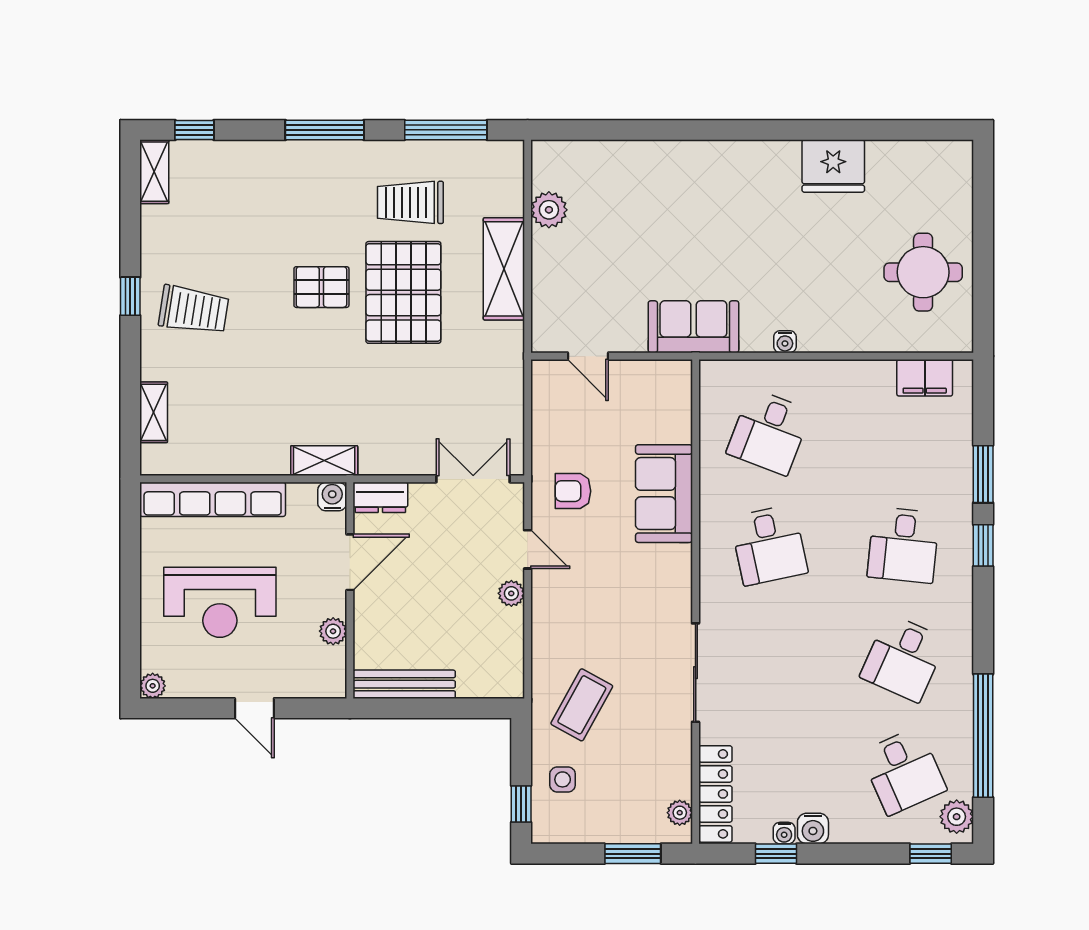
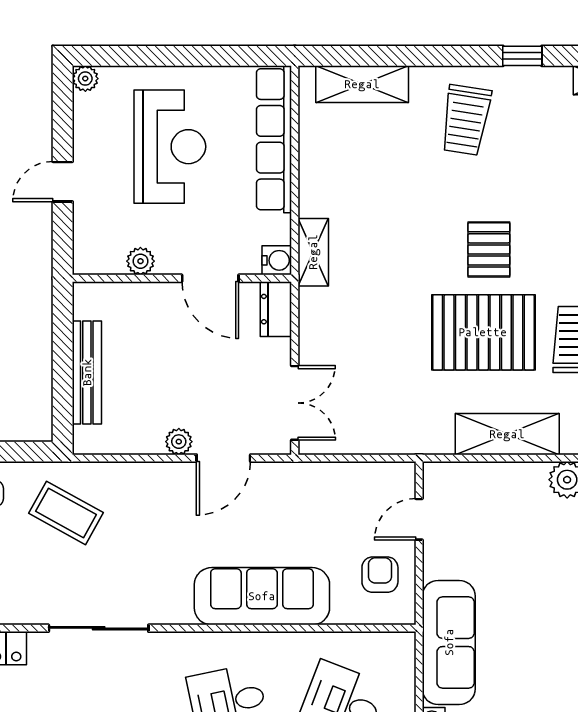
window: (130, 296) -> (522, 56), moved
sofa: (693, 327) -> (449, 642), width x1.36
shelving: (154, 412) -> (362, 84), width x1.50, depth x1.33
armchair: (573, 491) -> (380, 575), moved
sofa: (664, 494) -> (262, 596), width x1.36
door: (528, 549) -> (223, 458), width x1.37
reception desk: (220, 602) -> (170, 147), turned 180
bench: (404, 684) -> (87, 372), moved

